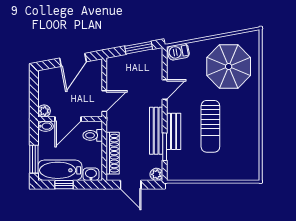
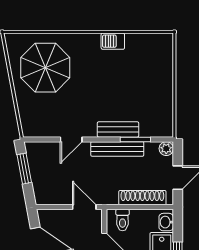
barbecue: (178, 52) -> (113, 41), moved, turned 101
door: (165, 90) -> (71, 139), swing flipped
sun lounger: (210, 126) -> (112, 88), removed

